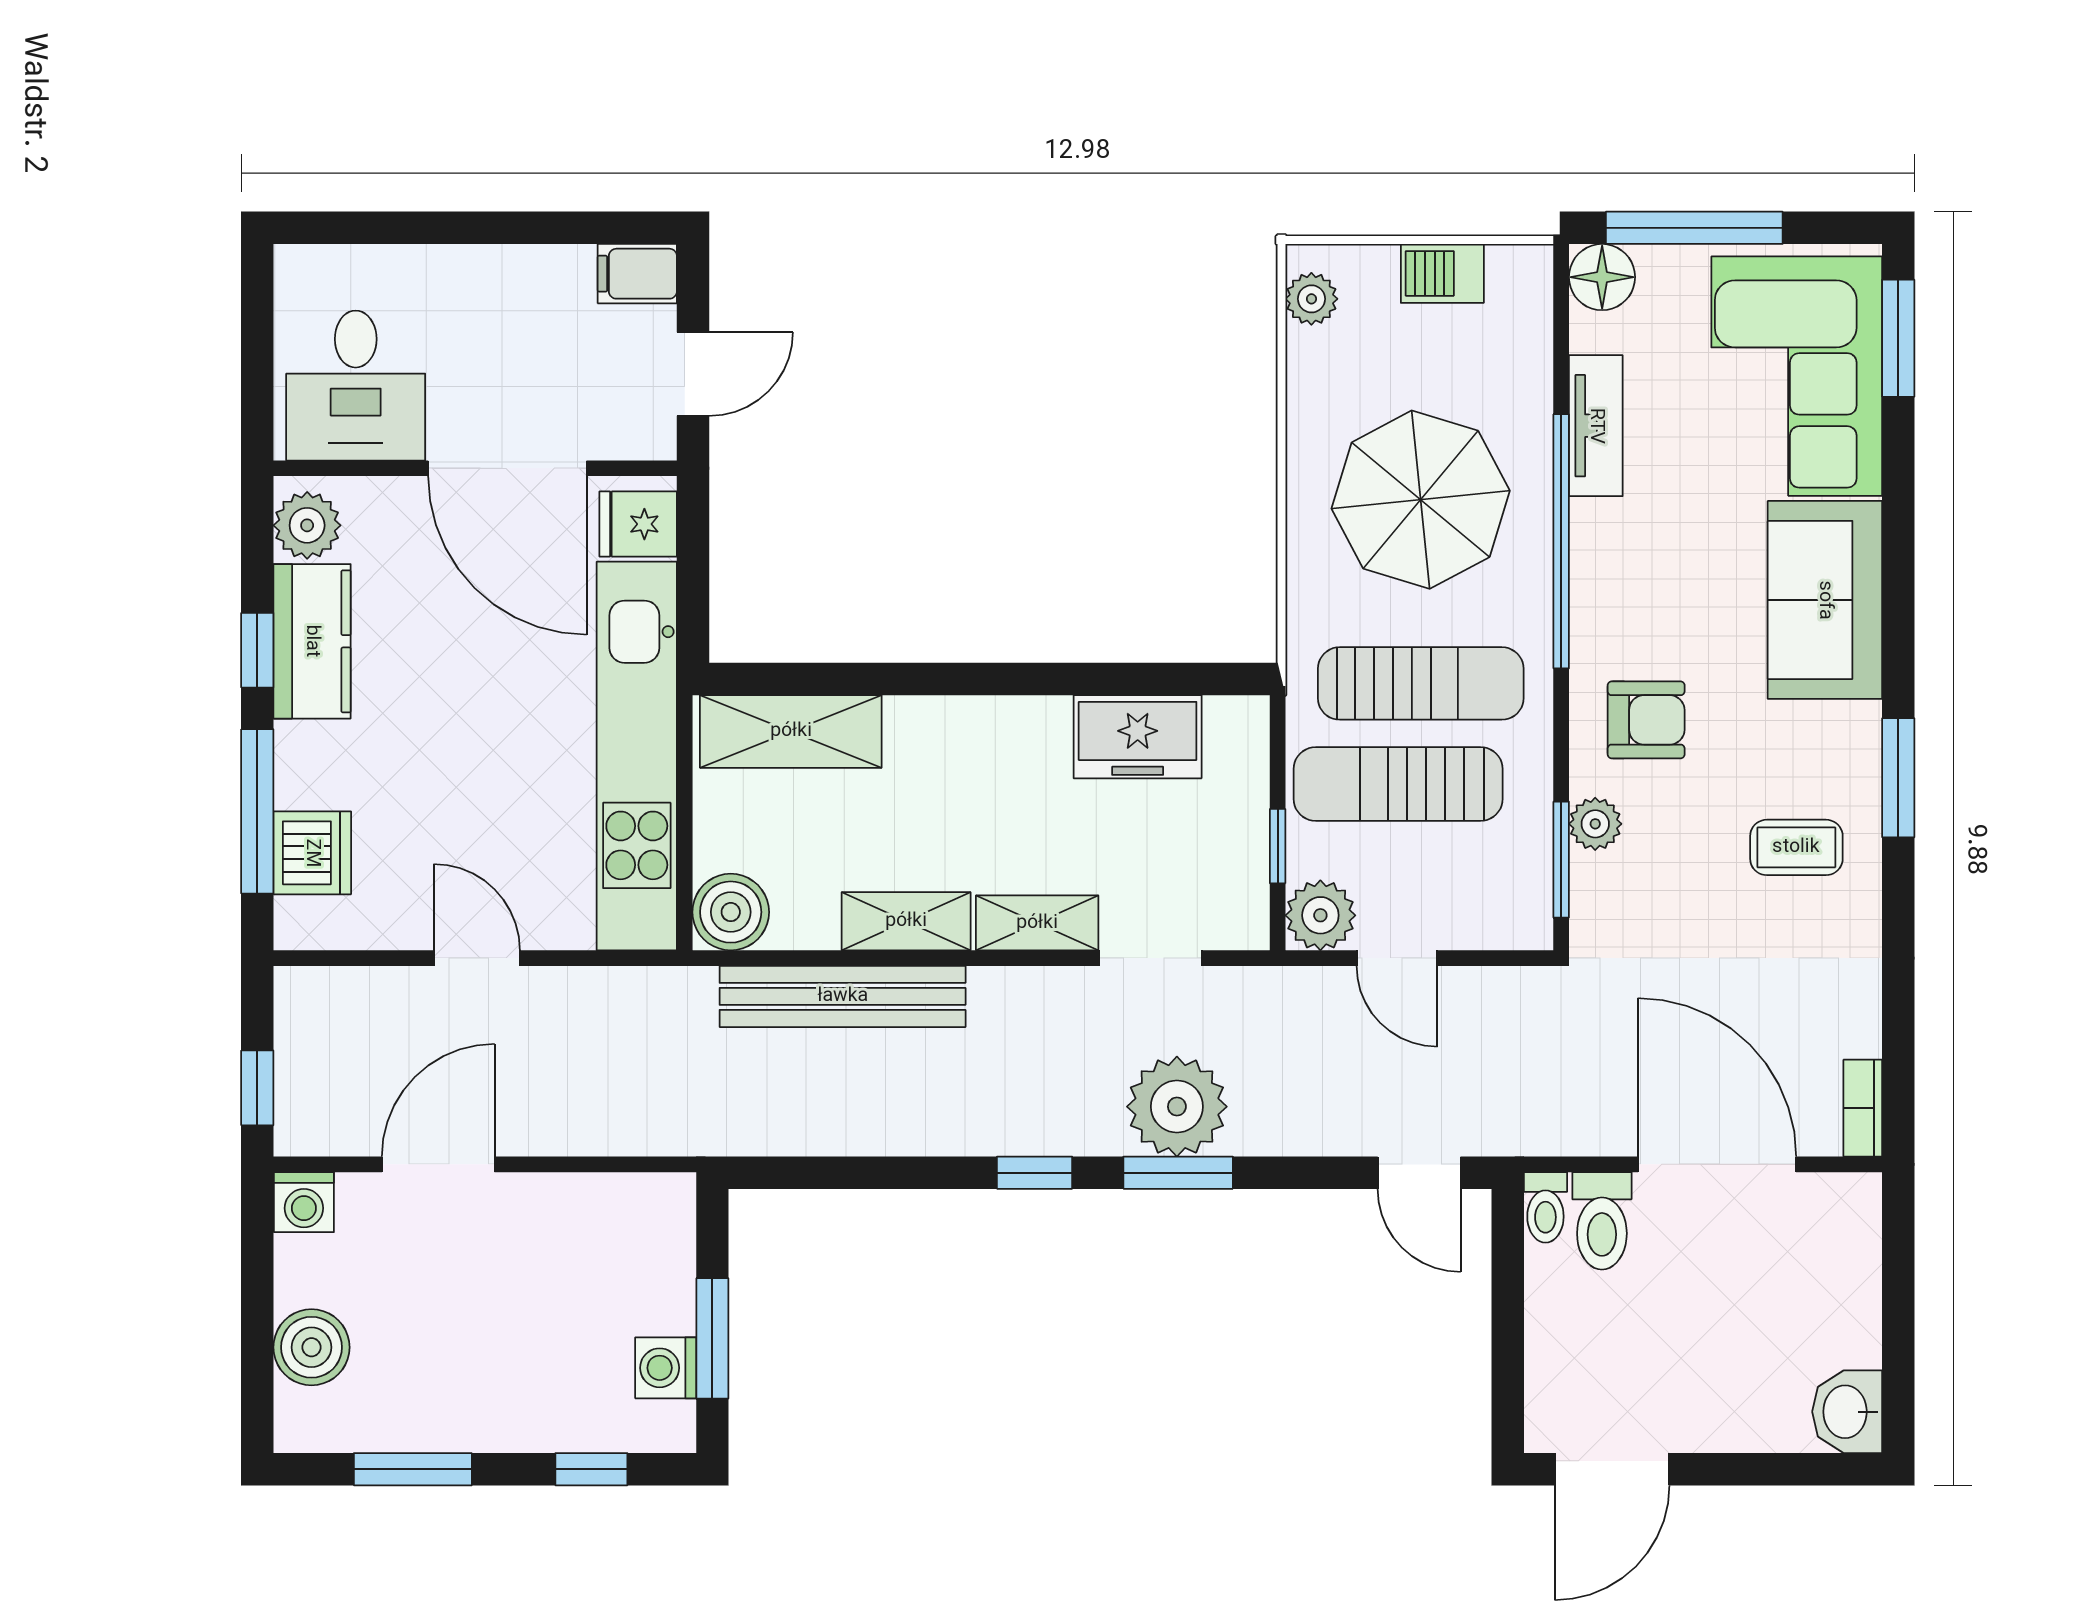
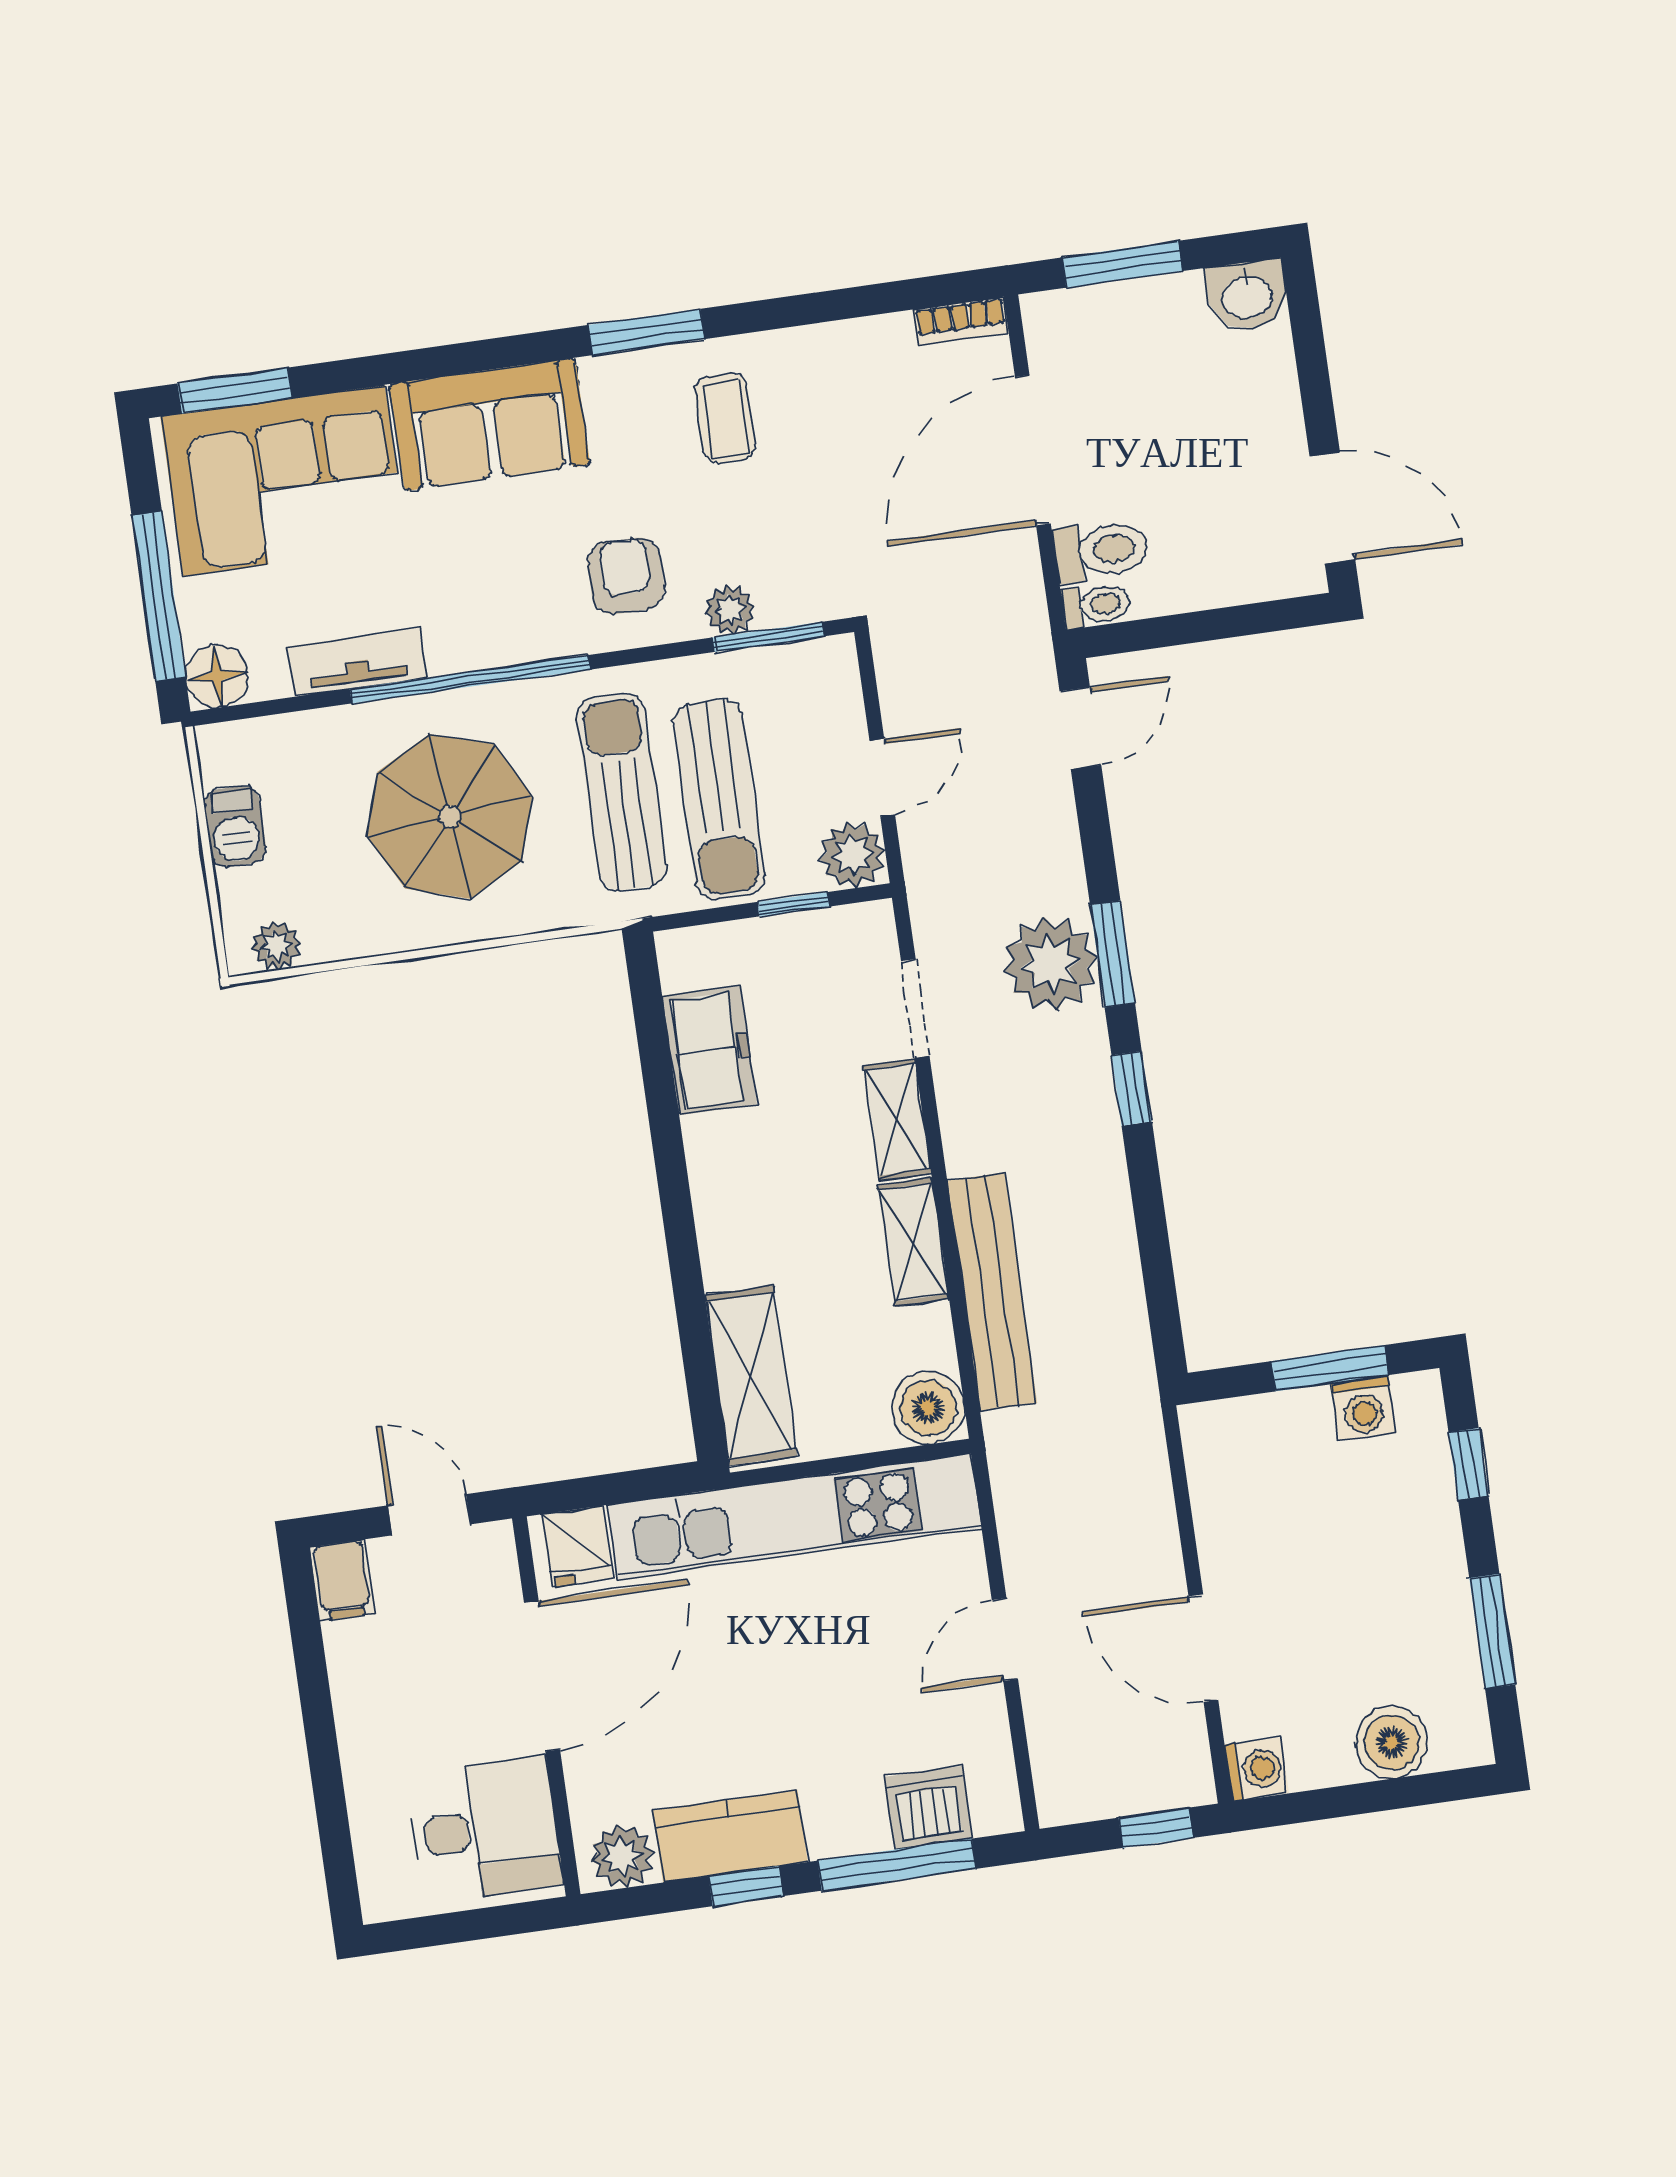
window: (1898, 1285) -> (1122, 264), added

